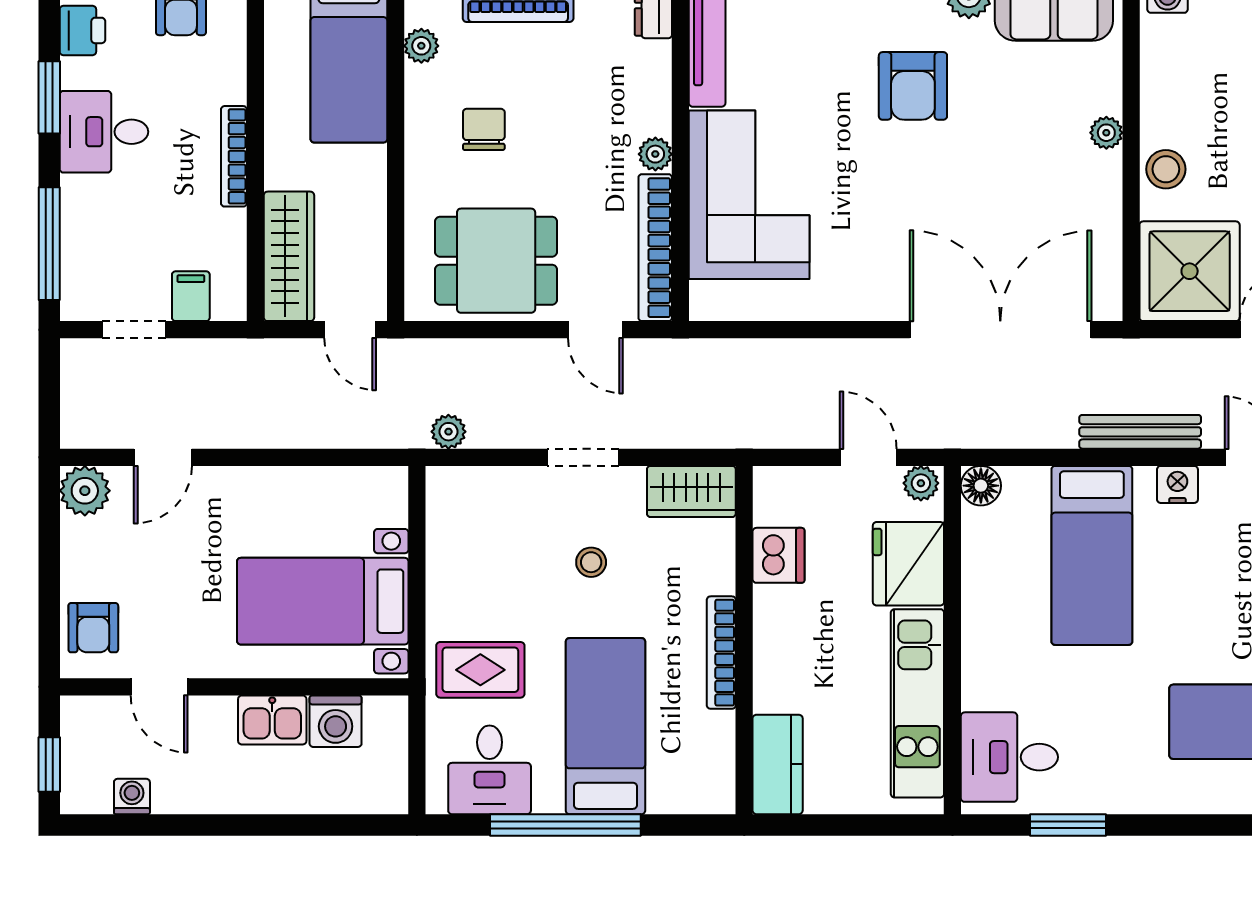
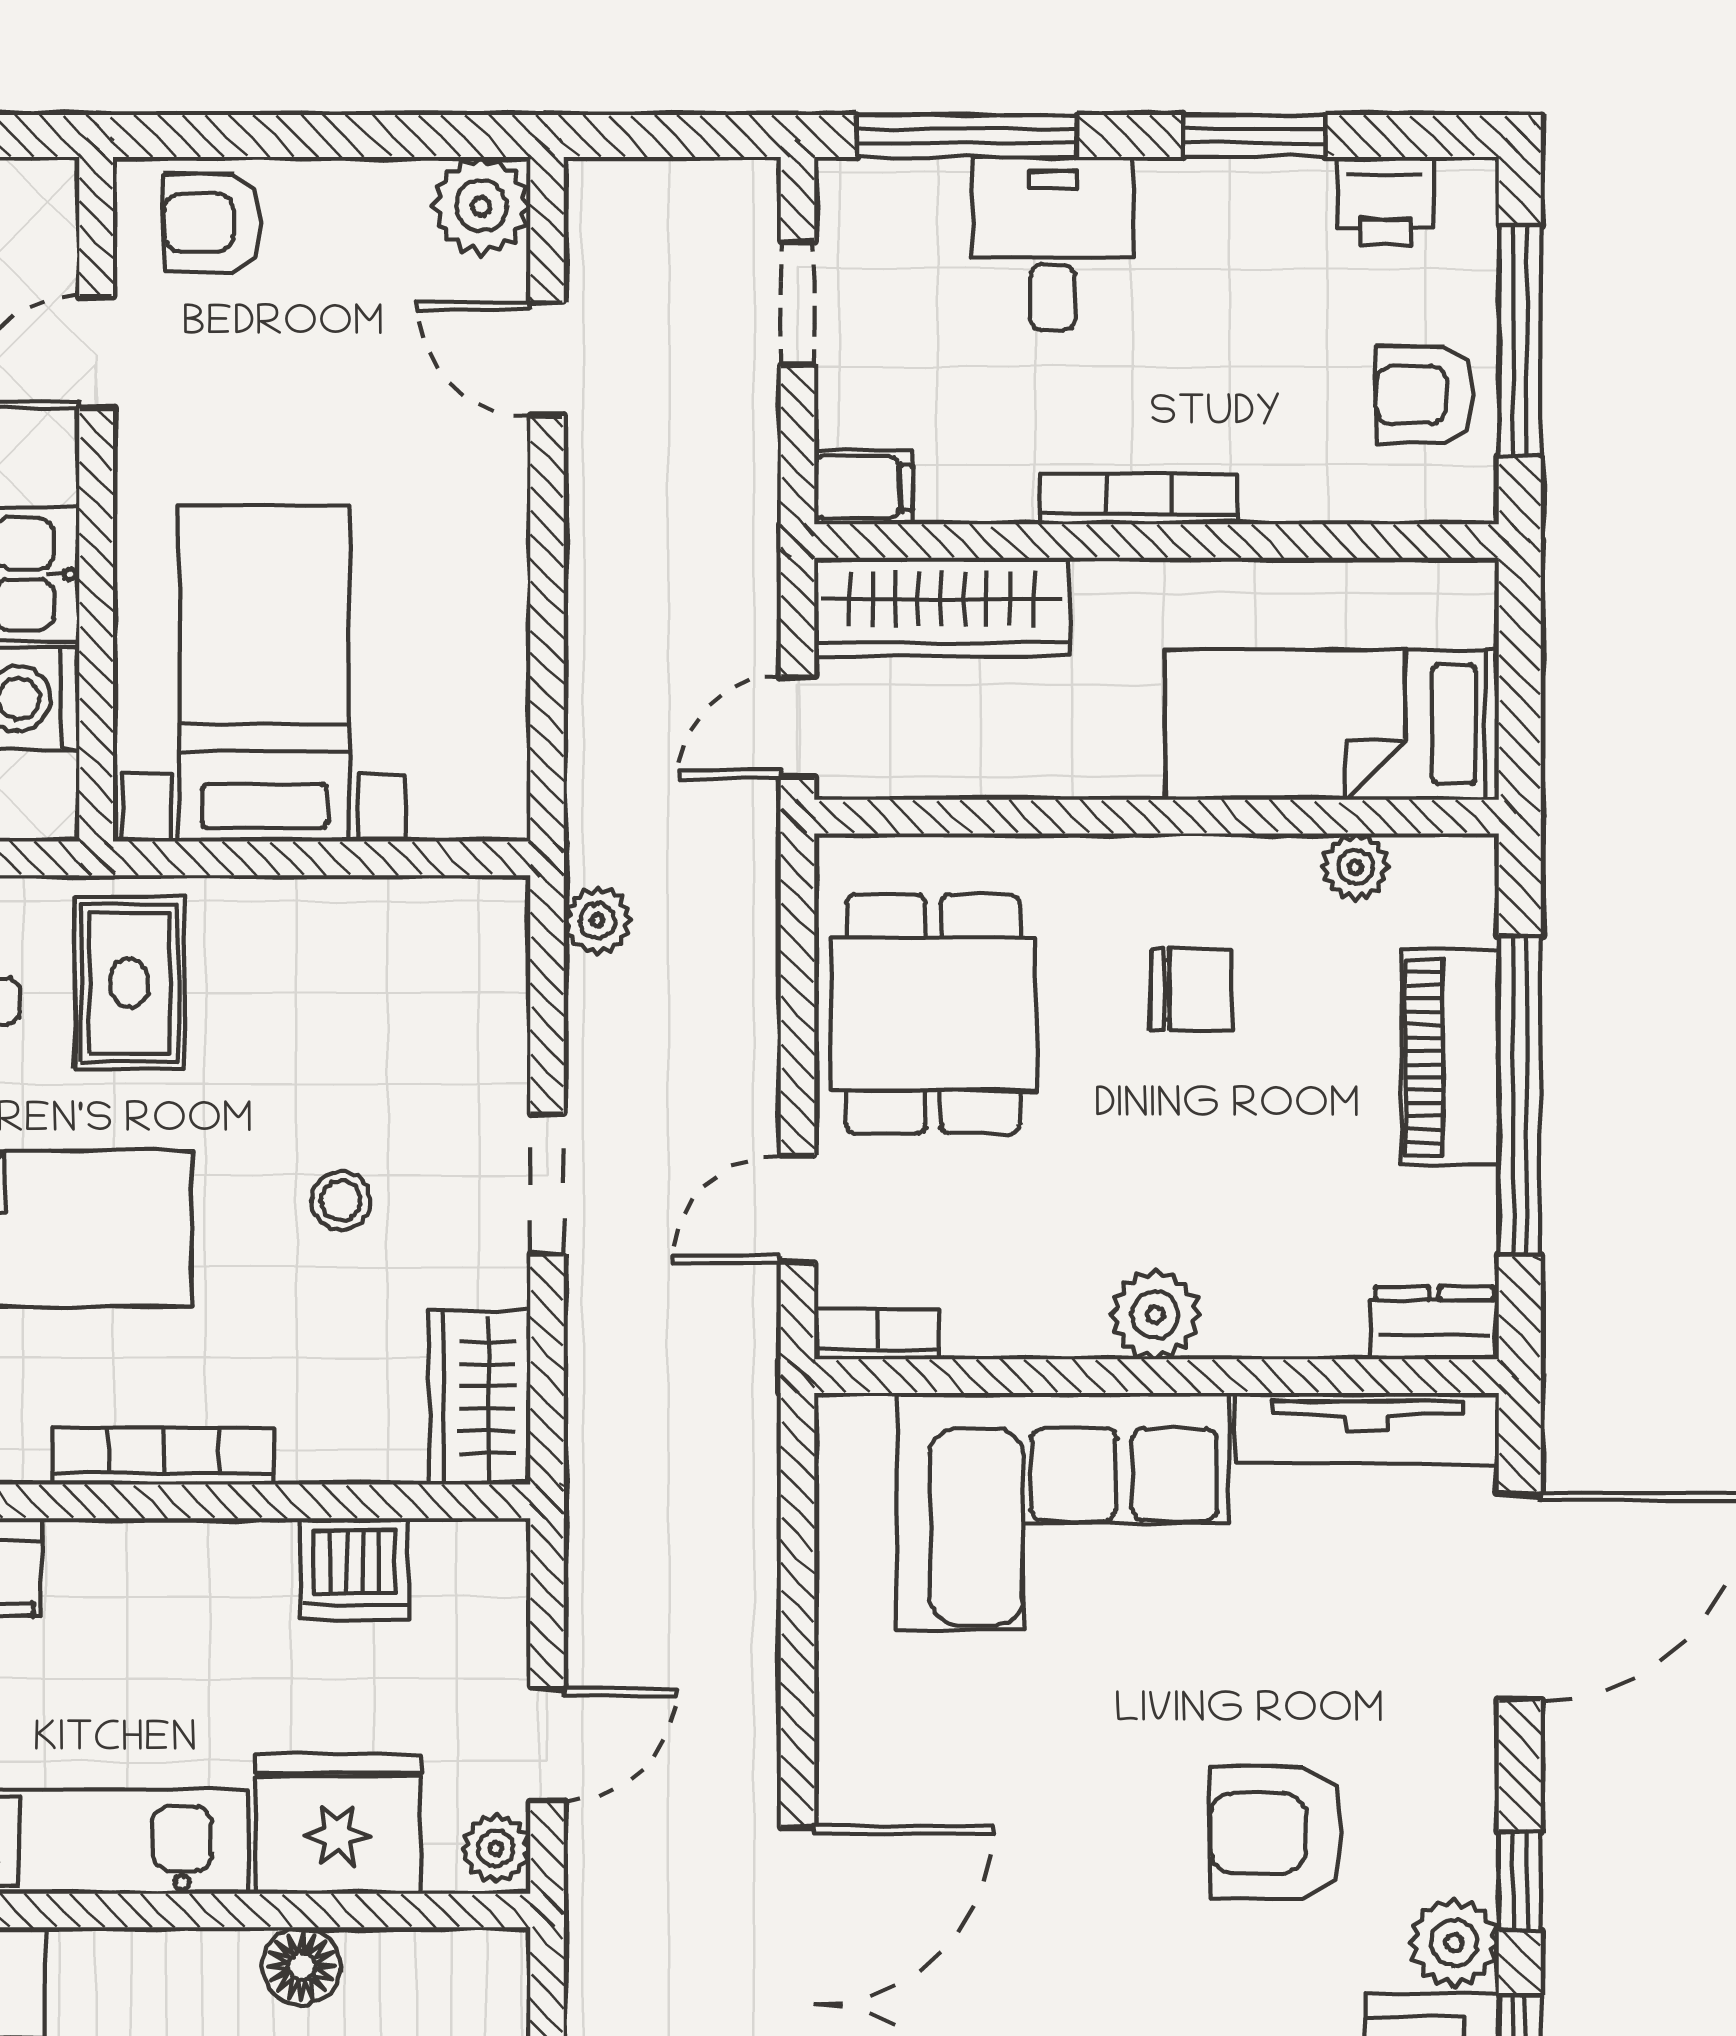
desk: (104, 132) -> (1053, 244), moved
plant: (655, 154) -> (1155, 1315), width x1.38, depth x1.38
bookcase: (655, 248) -> (877, 1334), width x0.43, depth x0.76
filing cabinet: (191, 296) -> (863, 487), moved
floor lamp: (981, 486) -> (302, 1966), moved

